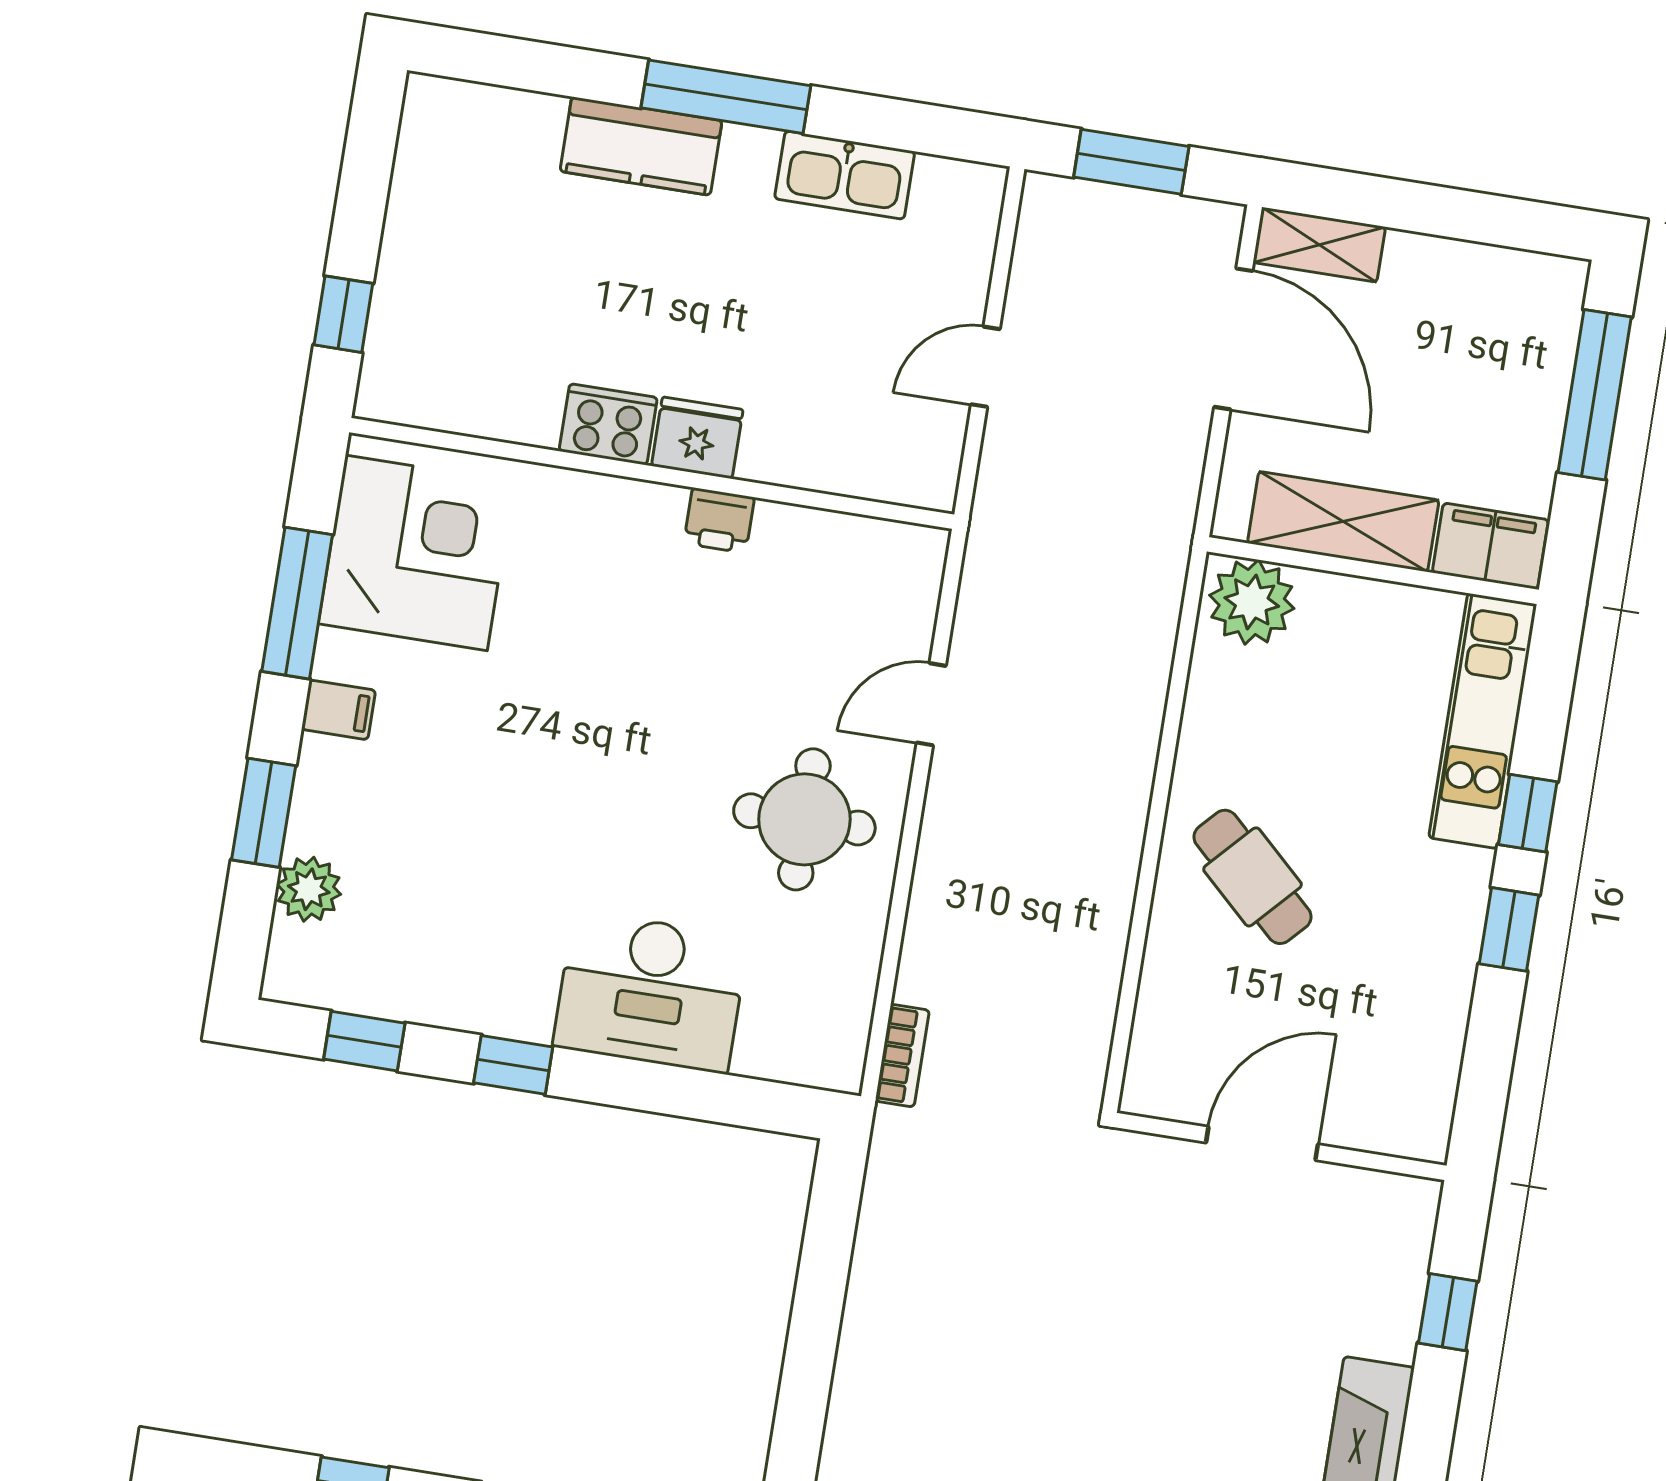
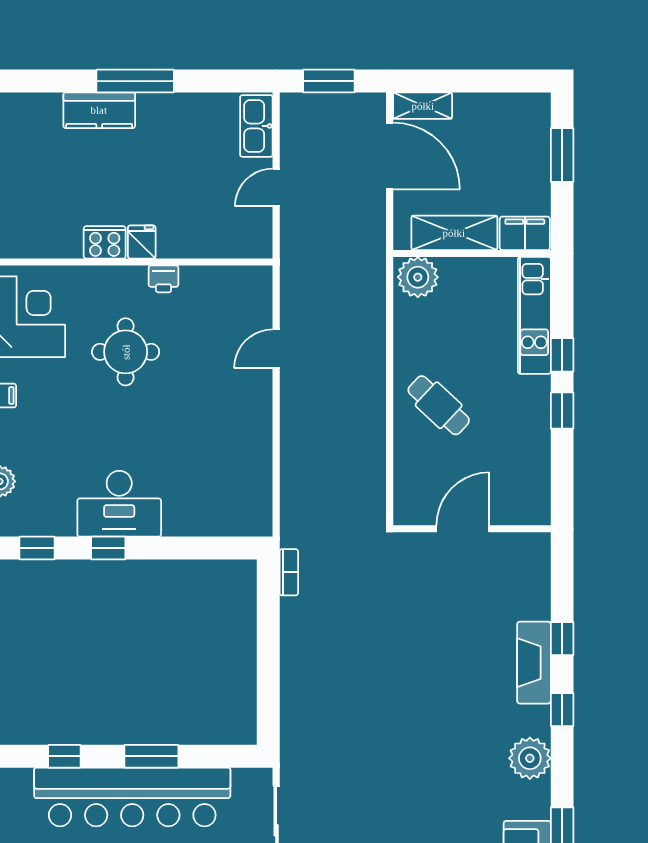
kitchen sink: (845, 175) -> (256, 126), moved, turned 90
window: (1595, 395) -> (562, 155), width x0.69
fridge: (697, 438) -> (142, 242), width x0.72
round table: (804, 819) -> (126, 352), moved
desk: (651, 992) -> (119, 504), moved
bookcase: (902, 1056) -> (289, 572), moved
window: (1448, 1312) -> (562, 639), moved

